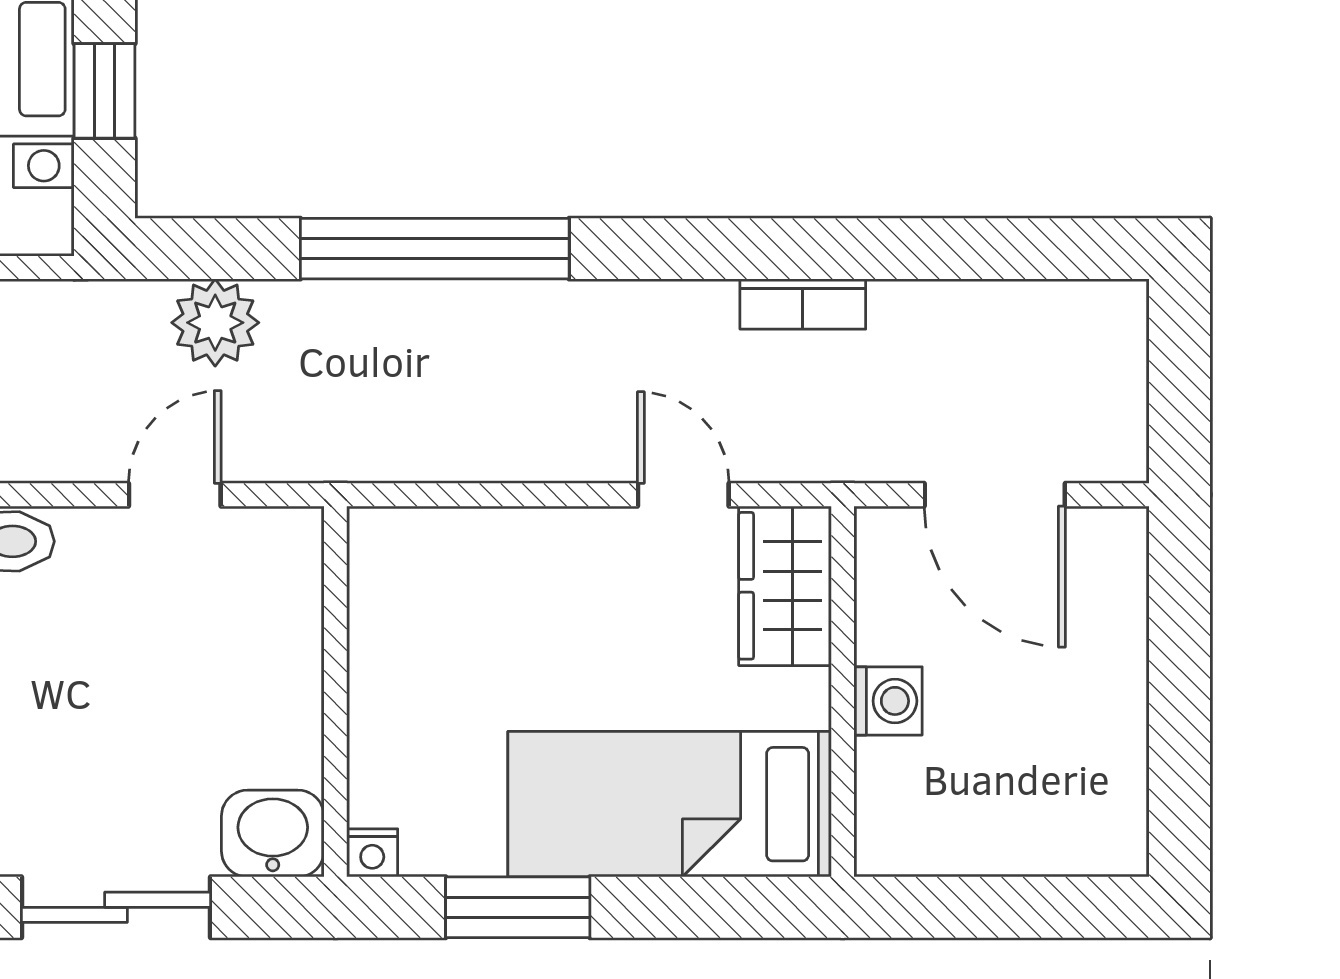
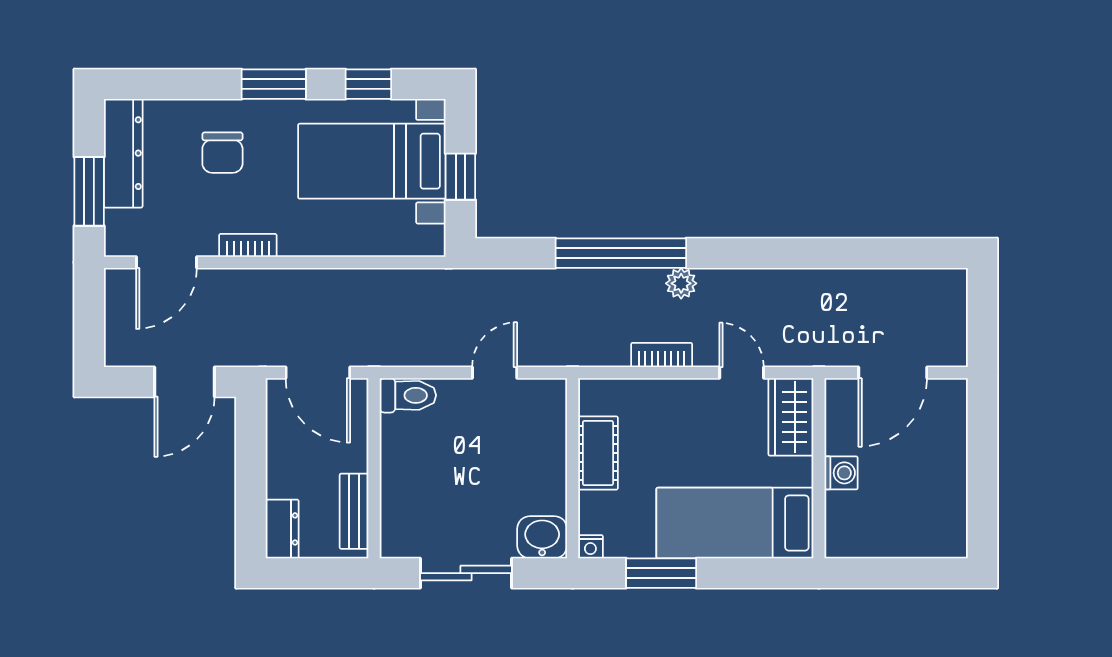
bookcase: (803, 304) -> (662, 355), moved, turned 180
plant: (215, 323) -> (681, 283), moved, width x0.73, depth x0.73
door: (995, 495) -> (893, 373), hinge flipped
cot: (388, 660) -> (598, 453), added

